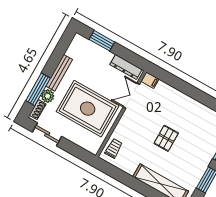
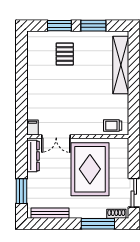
bench: (59, 73) -> (50, 213), moved
plant: (48, 96) -> (99, 212), removed
pallet: (166, 138) -> (65, 54), moved, turned 90

